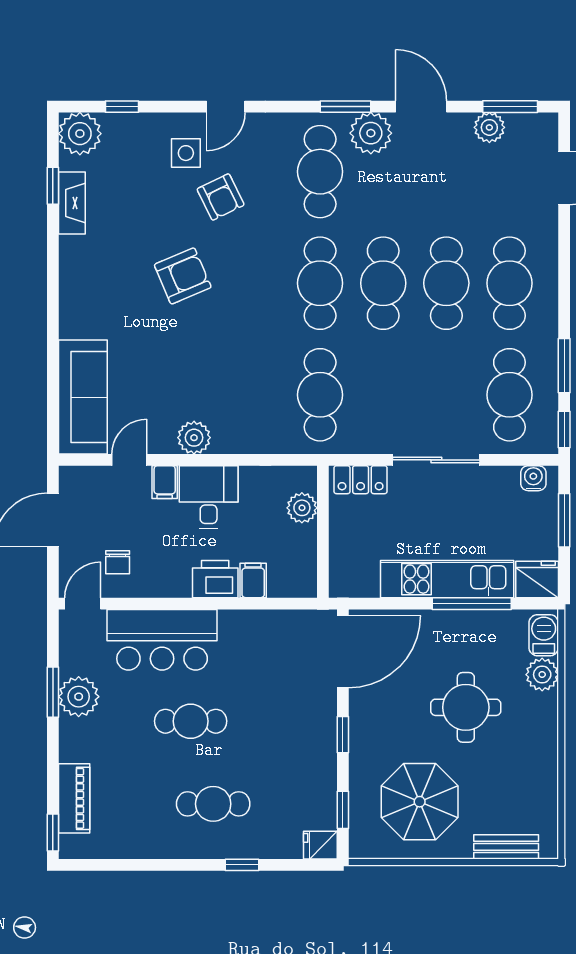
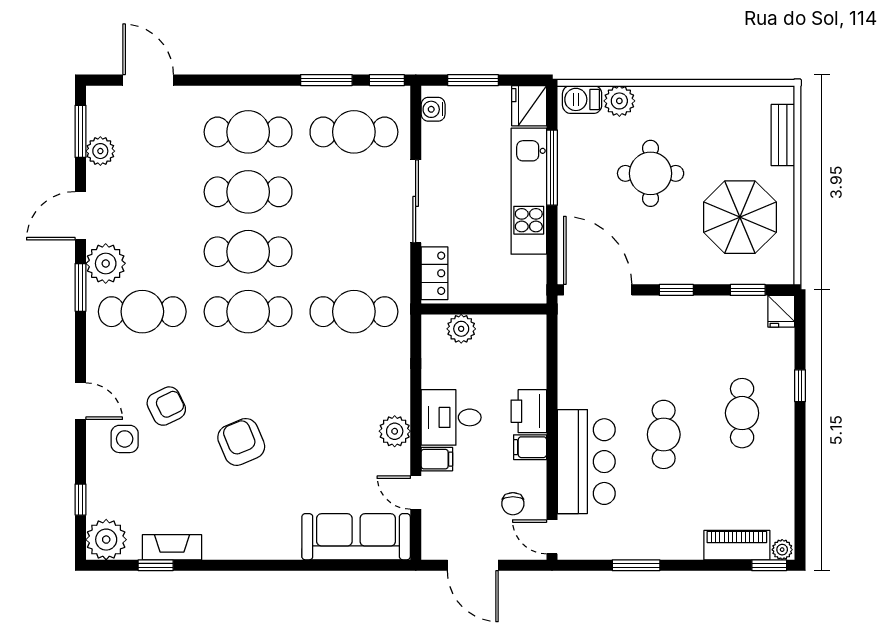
chair: (118, 562) -> (513, 504), turned 90
filing cabinet: (253, 580) -> (530, 447), moved
plant: (79, 697) -> (782, 550), moved, width x0.53, depth x0.53

